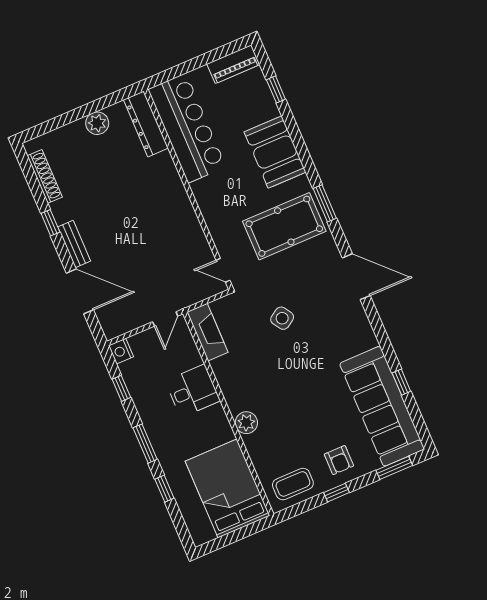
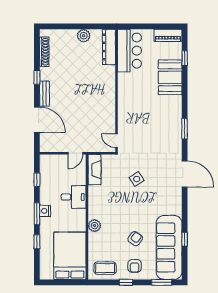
bar counter: (187, 128) -> (129, 51), width x0.73
booth: (275, 152) -> (170, 77), moved
pool table: (284, 226) -> (158, 131), removed
nightstand: (121, 351) -> (45, 211), moved
armchair: (321, 416) -> (135, 239), added

